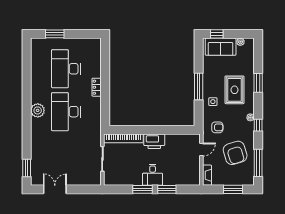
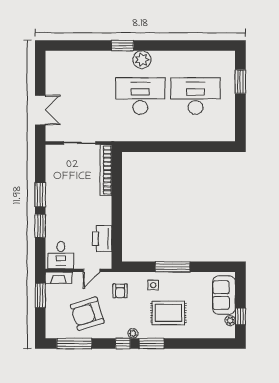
window: (217, 34) -> (240, 316), moved
window: (258, 83) -> (152, 343), moved
locker: (97, 87) -> (172, 136), removed
printer: (154, 141) -> (102, 239), moved
door: (201, 150) -> (92, 270), hinge flipped
window: (27, 168) -> (123, 46), moved
desk: (153, 175) -> (61, 255), moved, turned -90
double door: (55, 189) -> (40, 110), moved
window: (233, 189) -> (40, 295), moved

